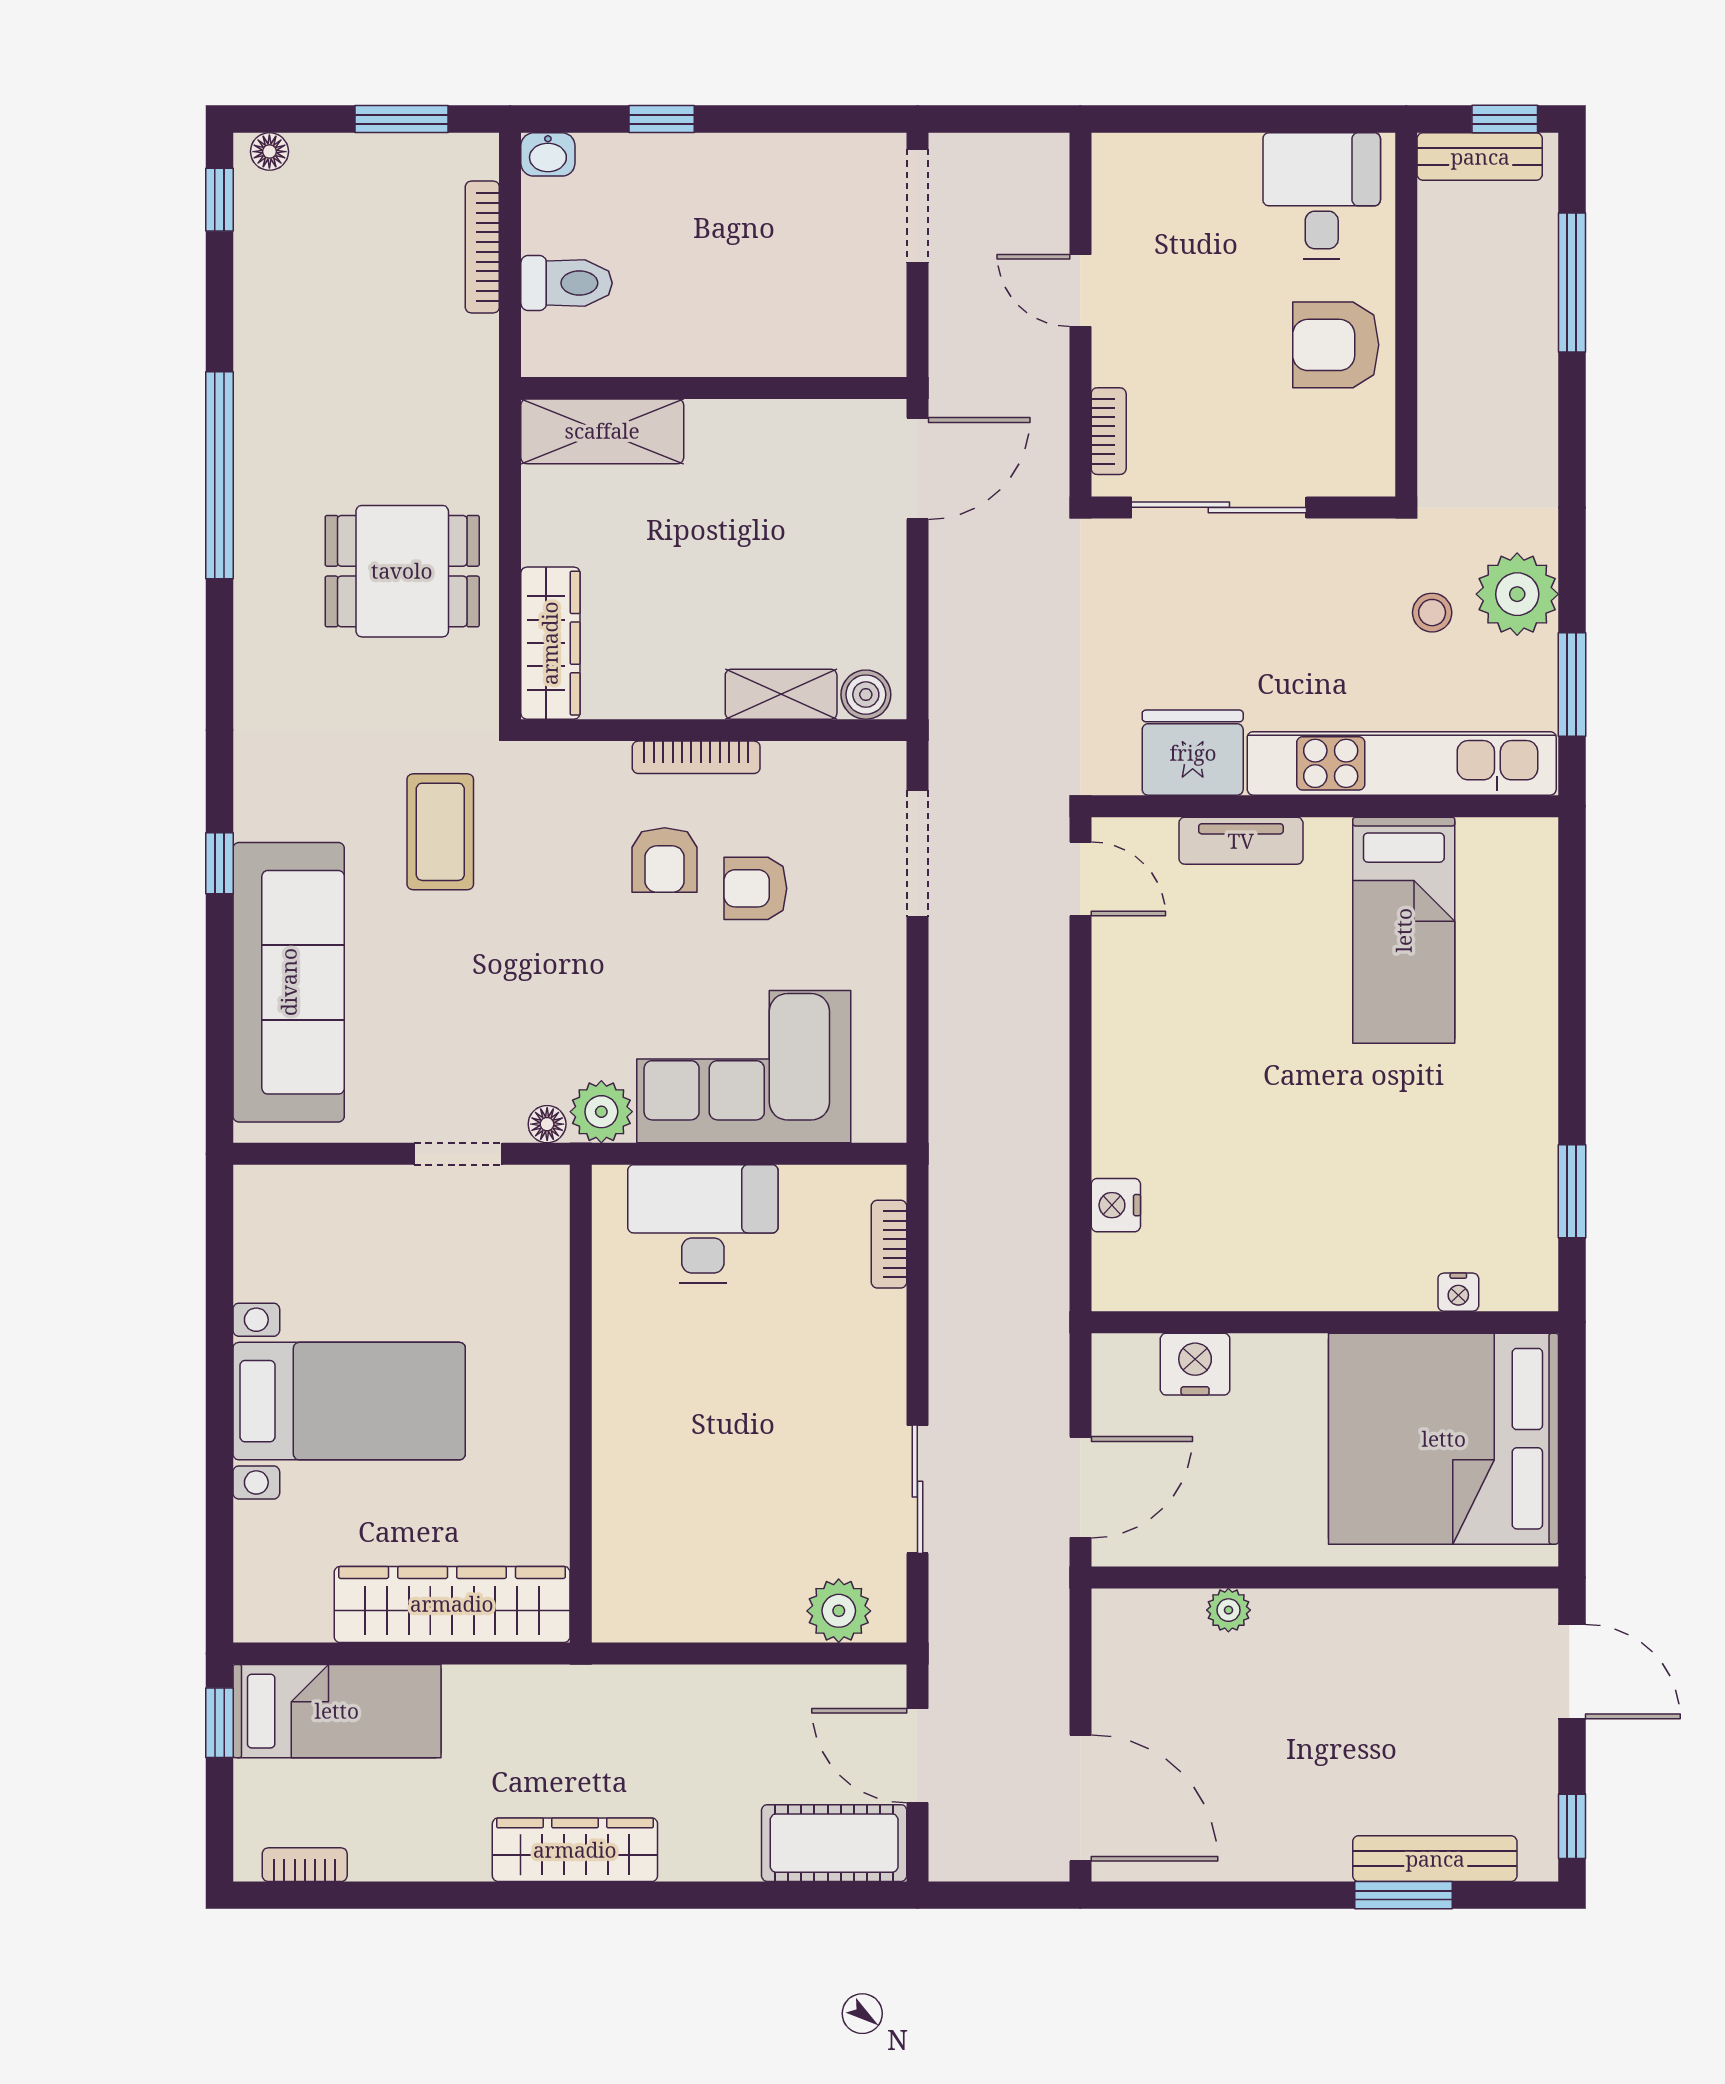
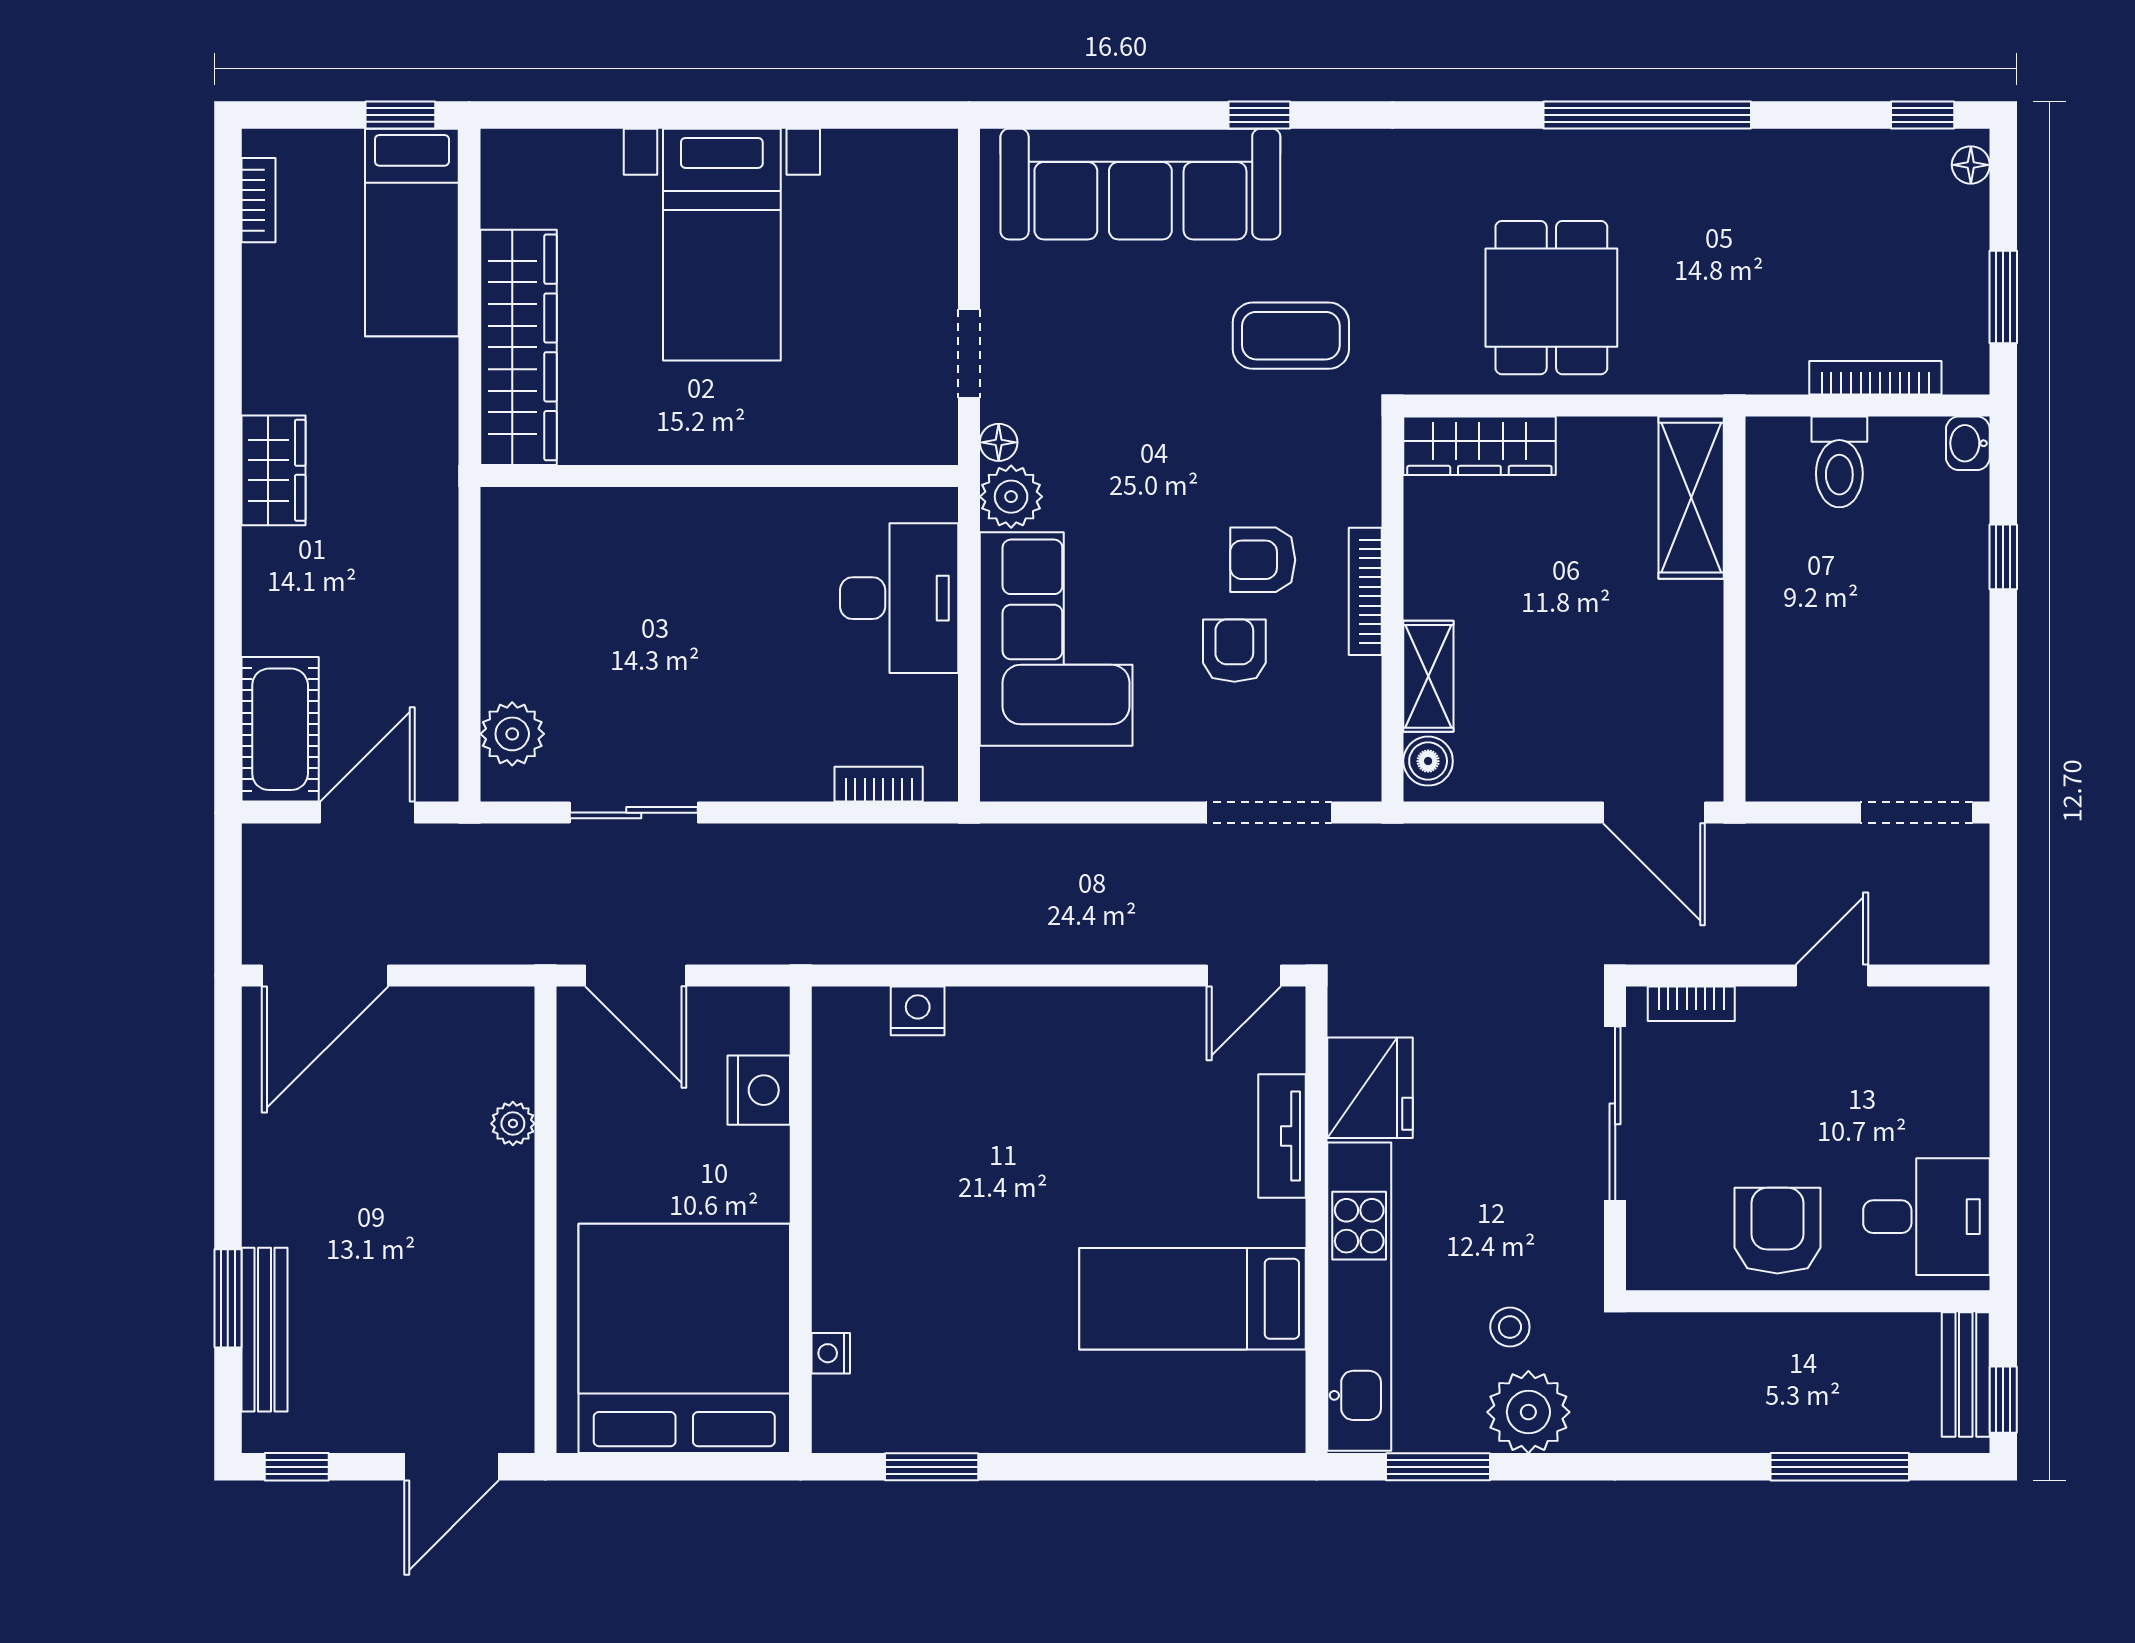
wardrobe: (575, 1850) -> (273, 470), width x0.67

